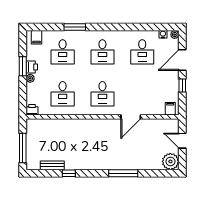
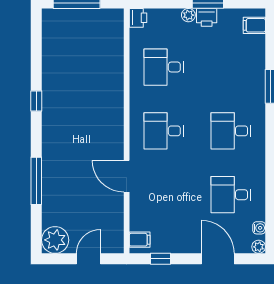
desk: (63, 52) -> (231, 67), removed
window: (182, 85) -> (161, 259), moved
bench: (52, 165) -> (49, 50), removed
window: (69, 173) -> (36, 101), moved
window: (123, 173) -> (36, 181), moved

